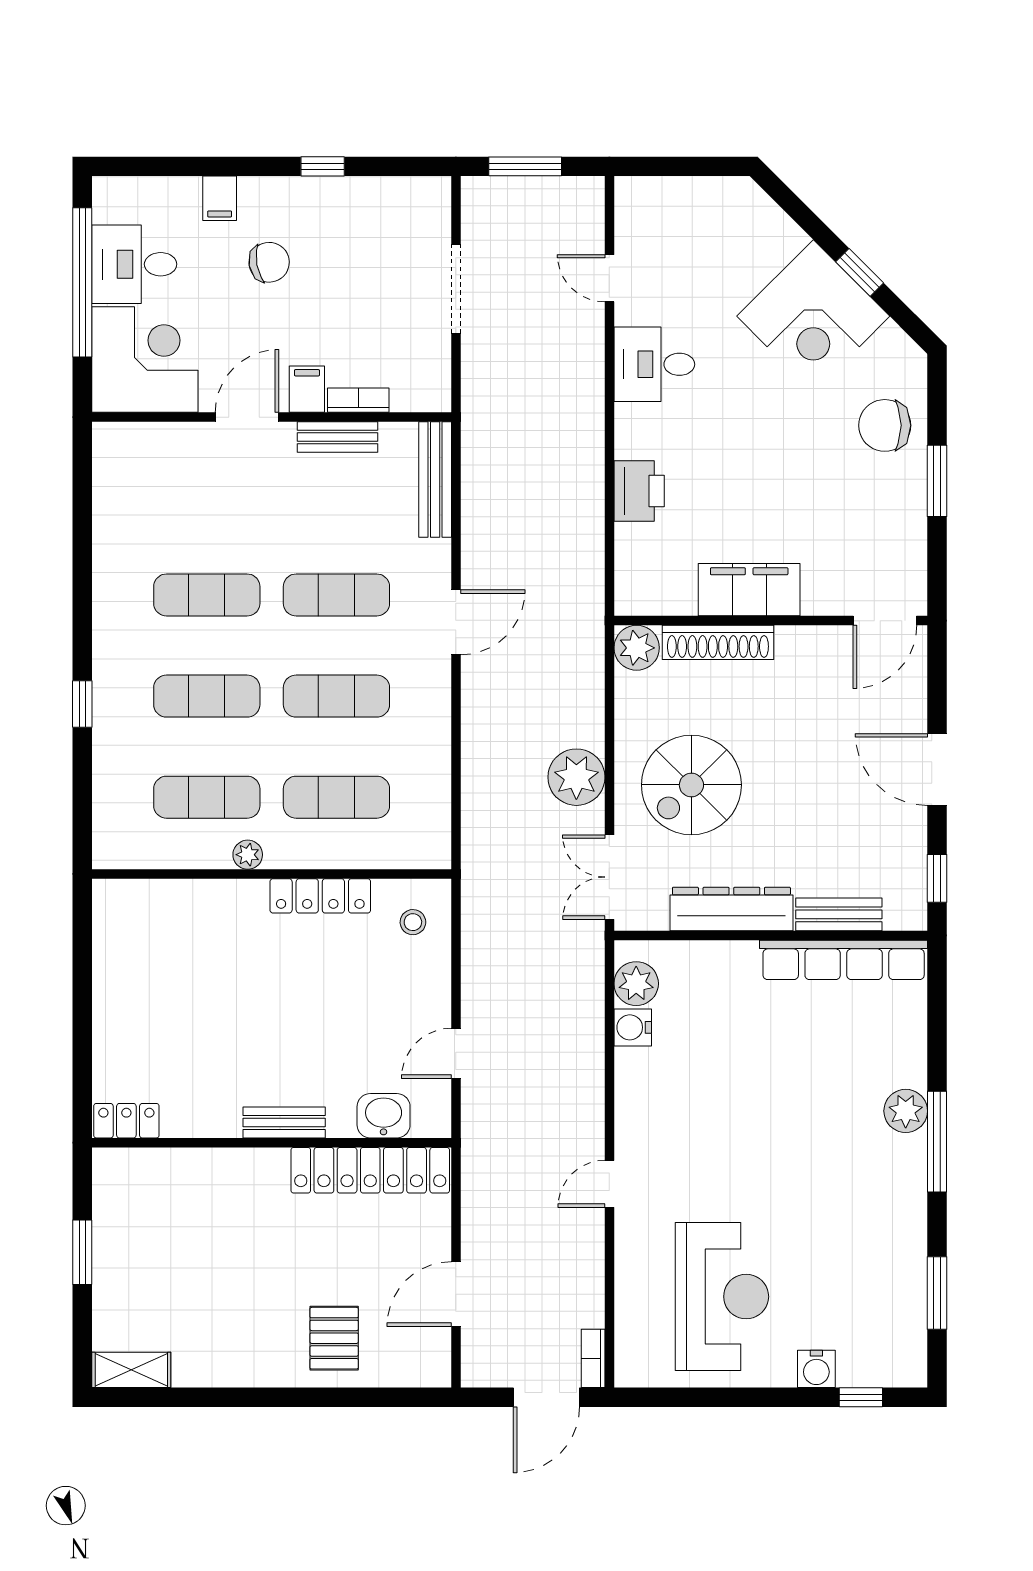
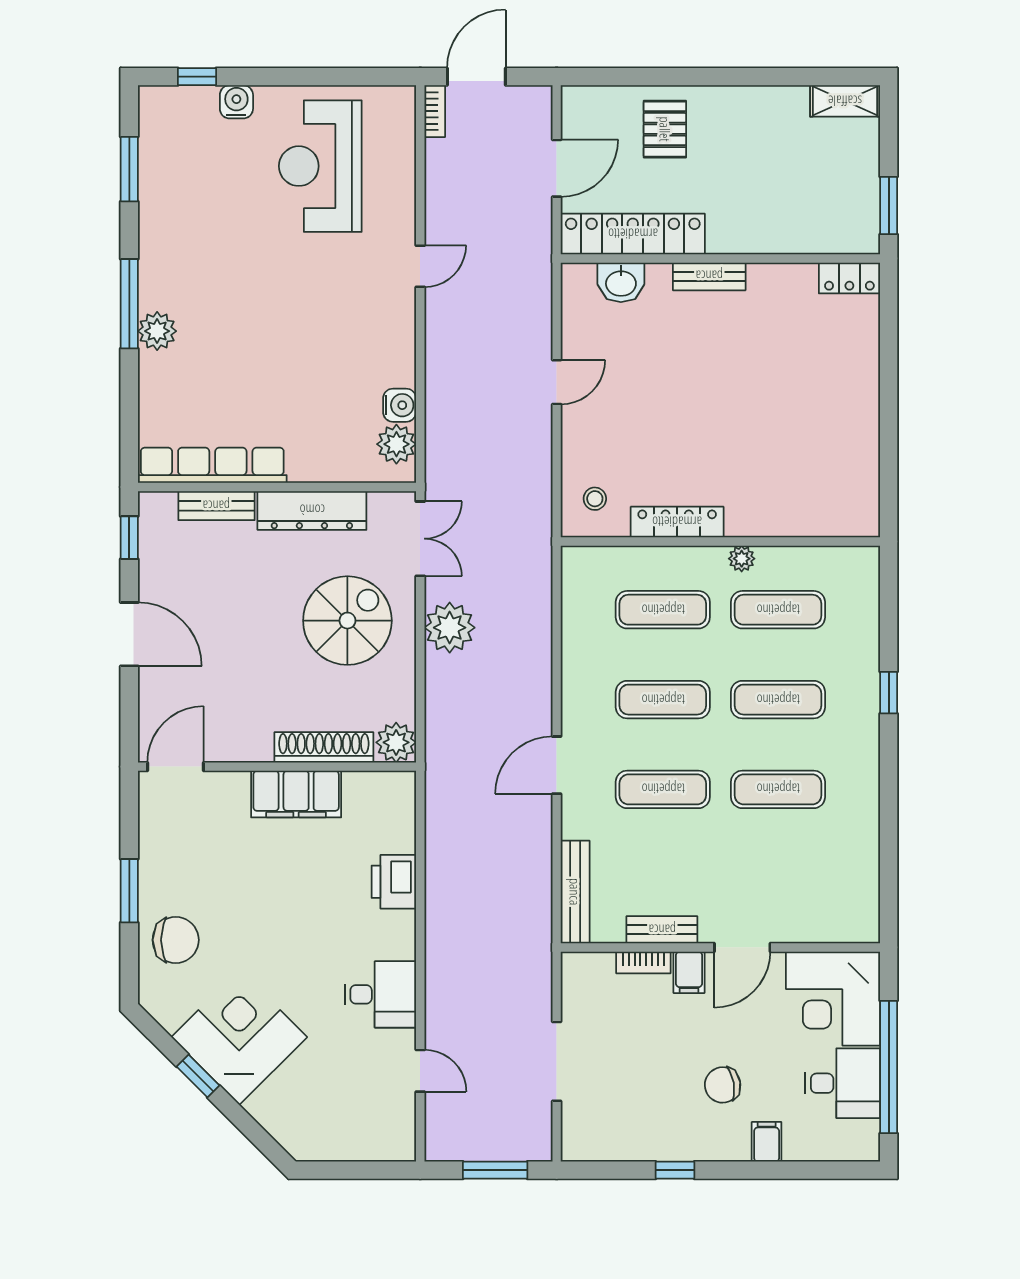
washbasin: (384, 1116) -> (621, 282), moved
locker: (126, 1121) -> (849, 278), moved
bench: (284, 1122) -> (709, 276), moved
wall: (272, 1143) -> (720, 258), moved
locker: (370, 1170) -> (633, 234), moved

